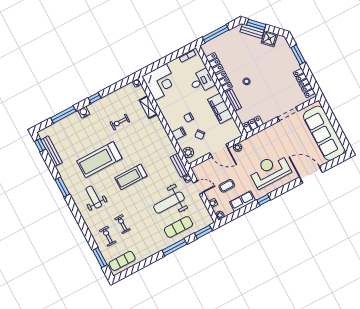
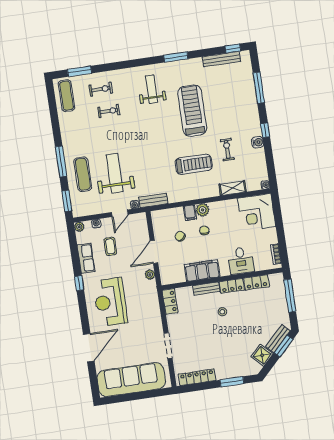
water cooler: (84, 112) -> (258, 142), moved
plant: (188, 152) -> (203, 210), moved
reception desk: (270, 171) -> (110, 302), turned 180
treadmill: (131, 177) -> (194, 164), moved, turned 90
weight bench: (94, 197) -> (152, 89), turned -90

